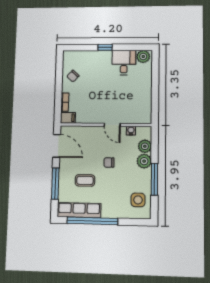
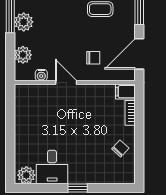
door: (57, 146) -> (139, 54), hinge flipped
plant: (144, 161) -> (24, 22), moved
chair: (109, 163) -> (93, 58), moved

